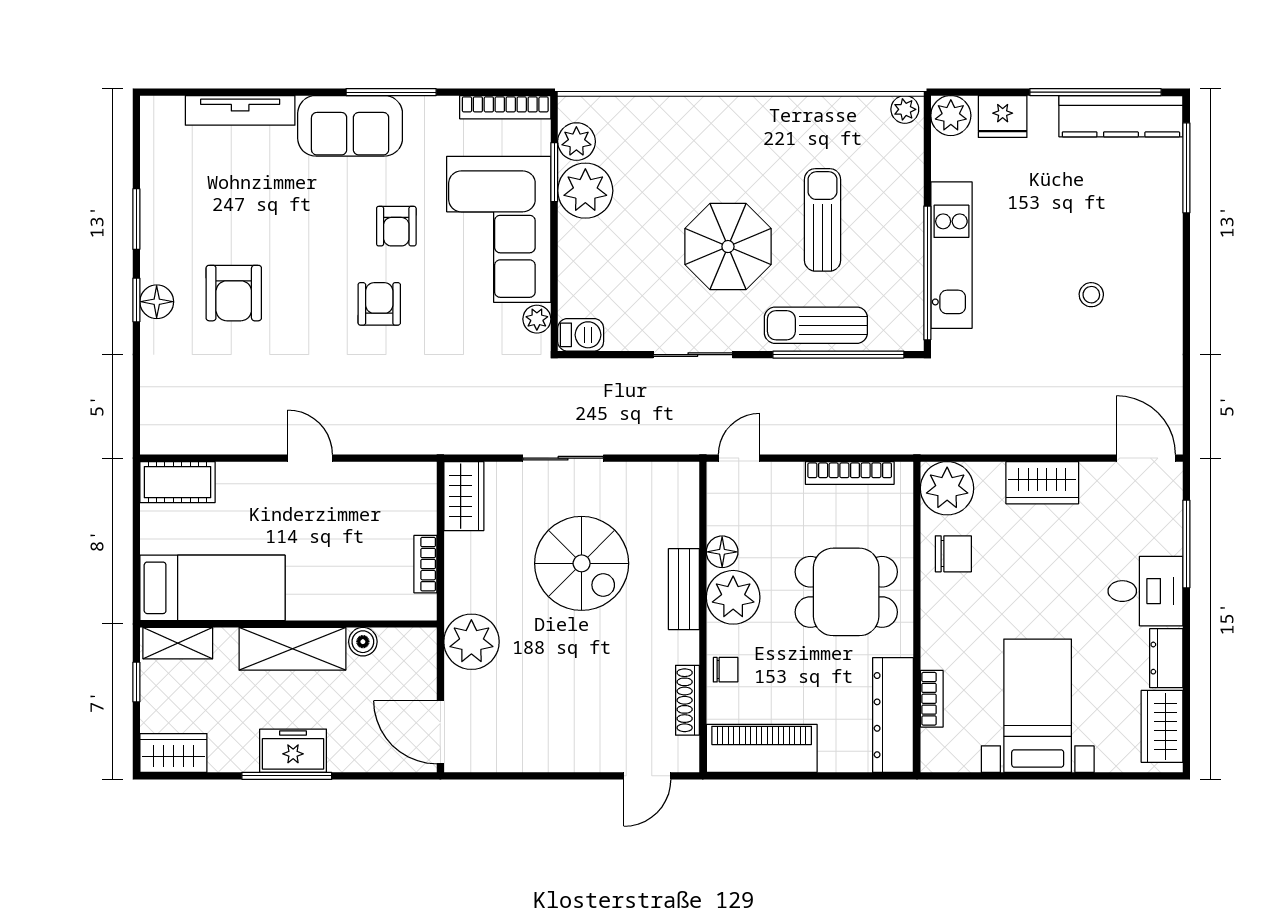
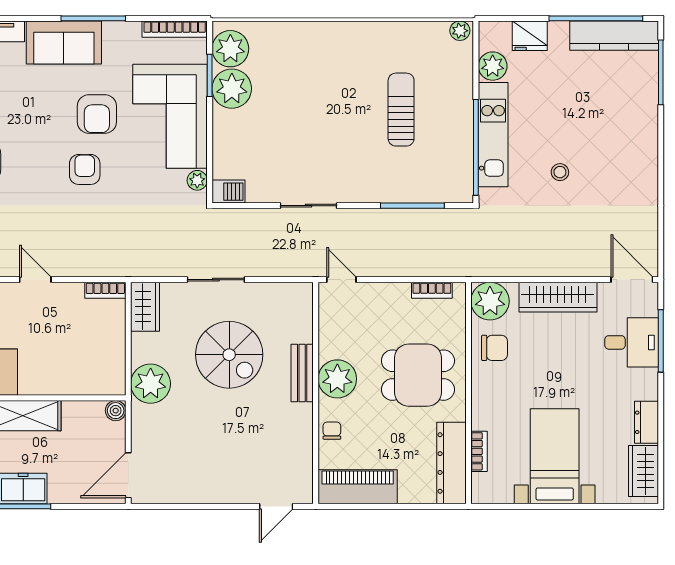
plant: (951, 116) -> (493, 66), moved
plant: (576, 142) -> (230, 49), width x1.36, depth x1.36
armchair: (396, 226) -> (97, 114), width x1.38, depth x1.38
parasol: (728, 247) -> (334, 129), removed
stool: (1091, 295) -> (560, 172), moved
sun lounger: (816, 325) -> (396, 185), removed
window: (838, 355) -> (412, 206), width x0.68
door: (739, 458) -> (341, 280), hinge flipped
bookcase: (850, 473) -> (432, 290), width x0.64
wardrobe: (1042, 483) -> (558, 297), width x1.50
floor lamp: (722, 552) -> (329, 346), removed
bookcase: (425, 564) -> (105, 290), moved, turned -90
desk: (1145, 591) -> (632, 342), moved
boiler: (363, 642) -> (116, 411), moved
plant: (471, 642) -> (151, 384), moved
chair: (726, 670) -> (332, 431), turned -90
shoe rack: (687, 700) -> (305, 452), removed
door: (440, 732) -> (128, 475), hinge flipped

